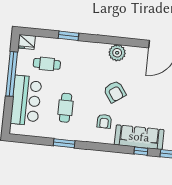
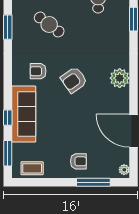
cafe table: (66, 108) -> (49, 24), turned 37

